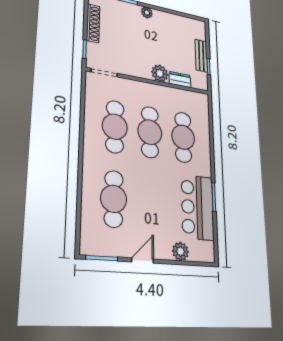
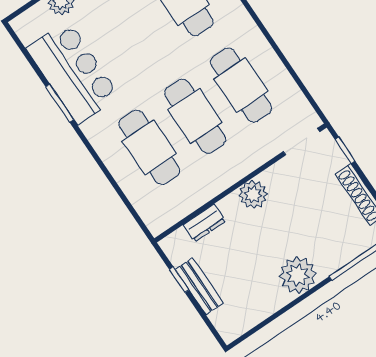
plant: (147, 12) -> (298, 275), width x1.87, depth x1.87
plant: (160, 73) -> (253, 195), moved

